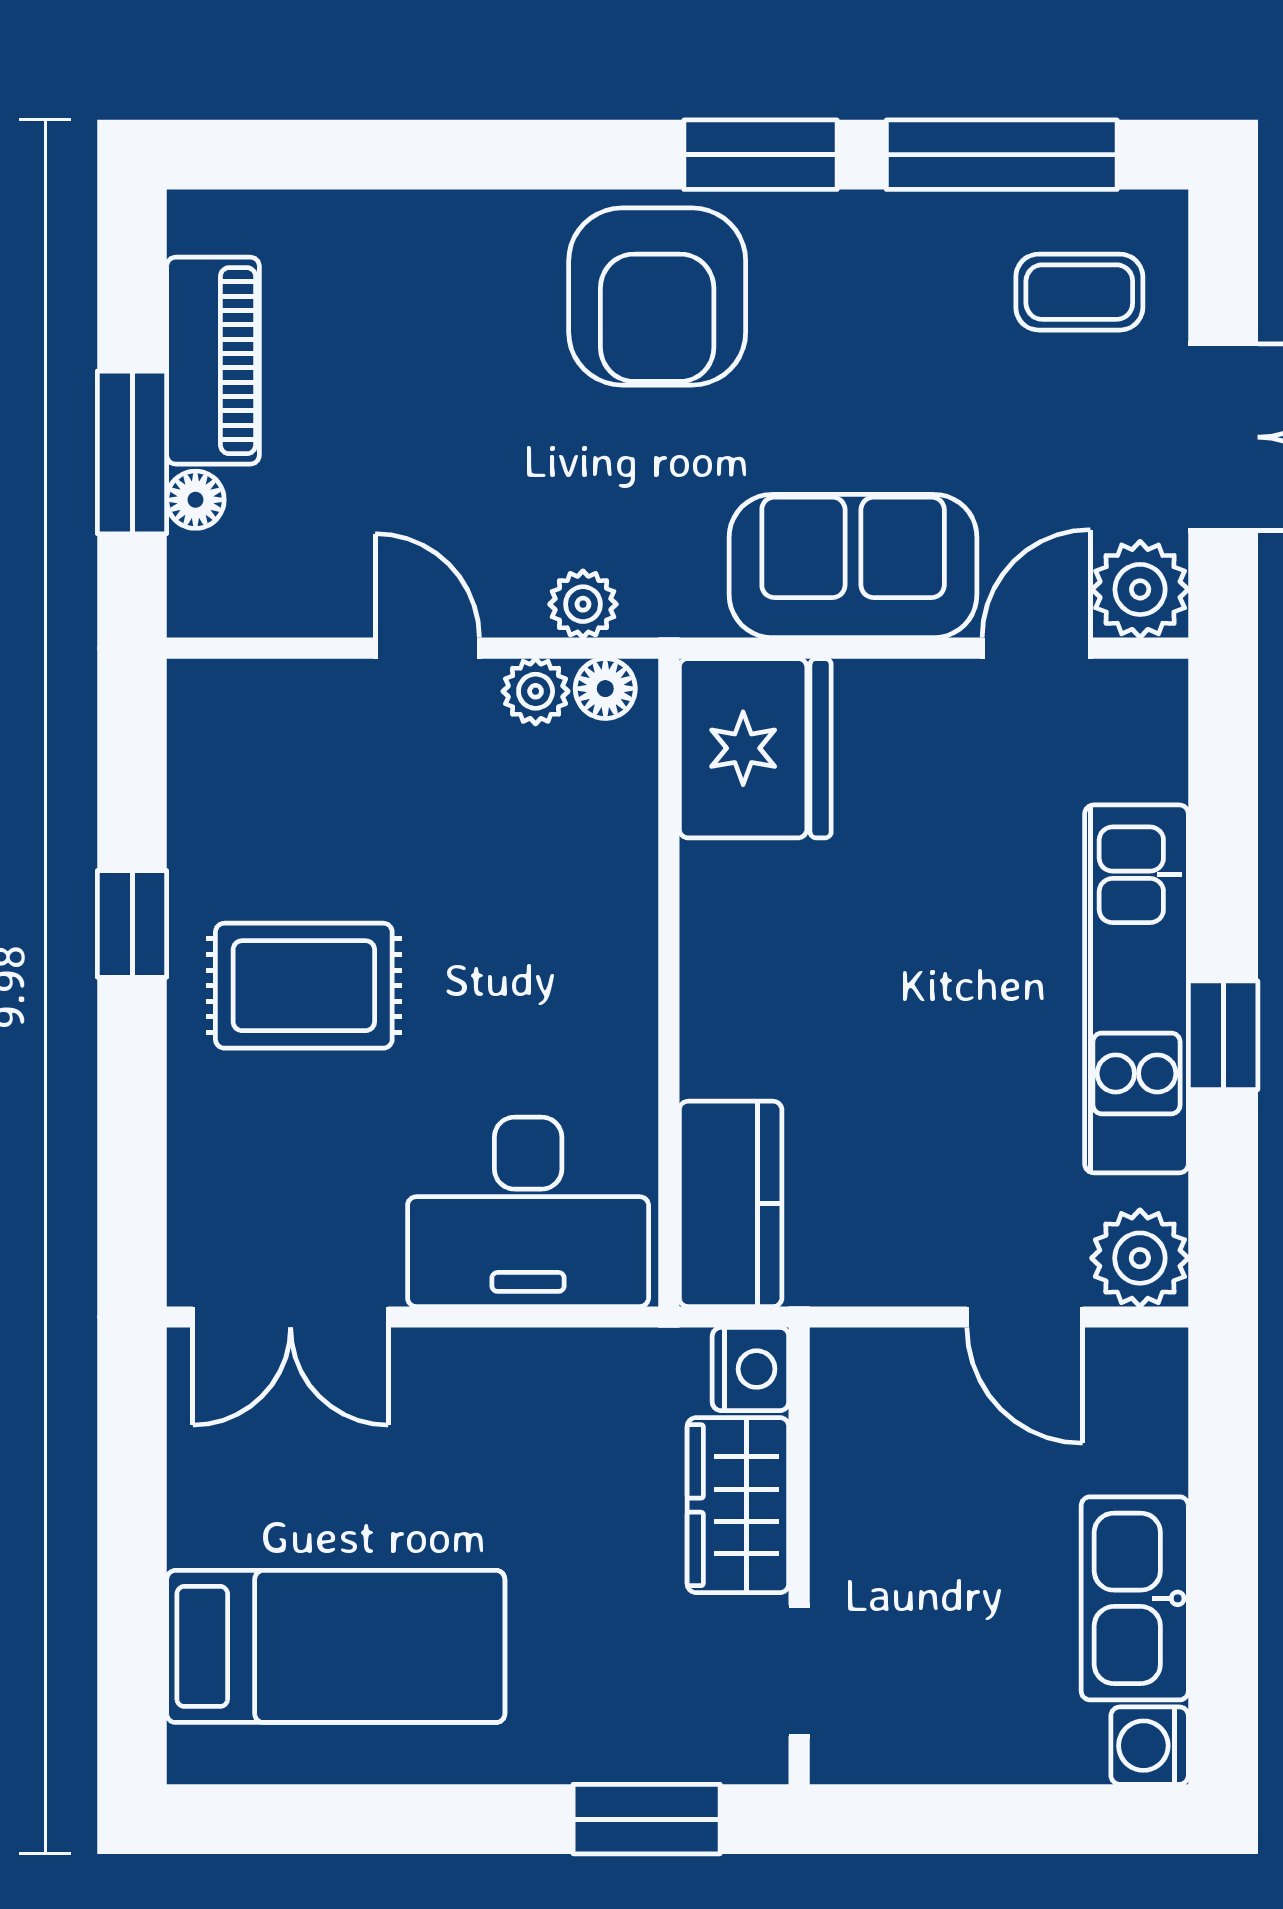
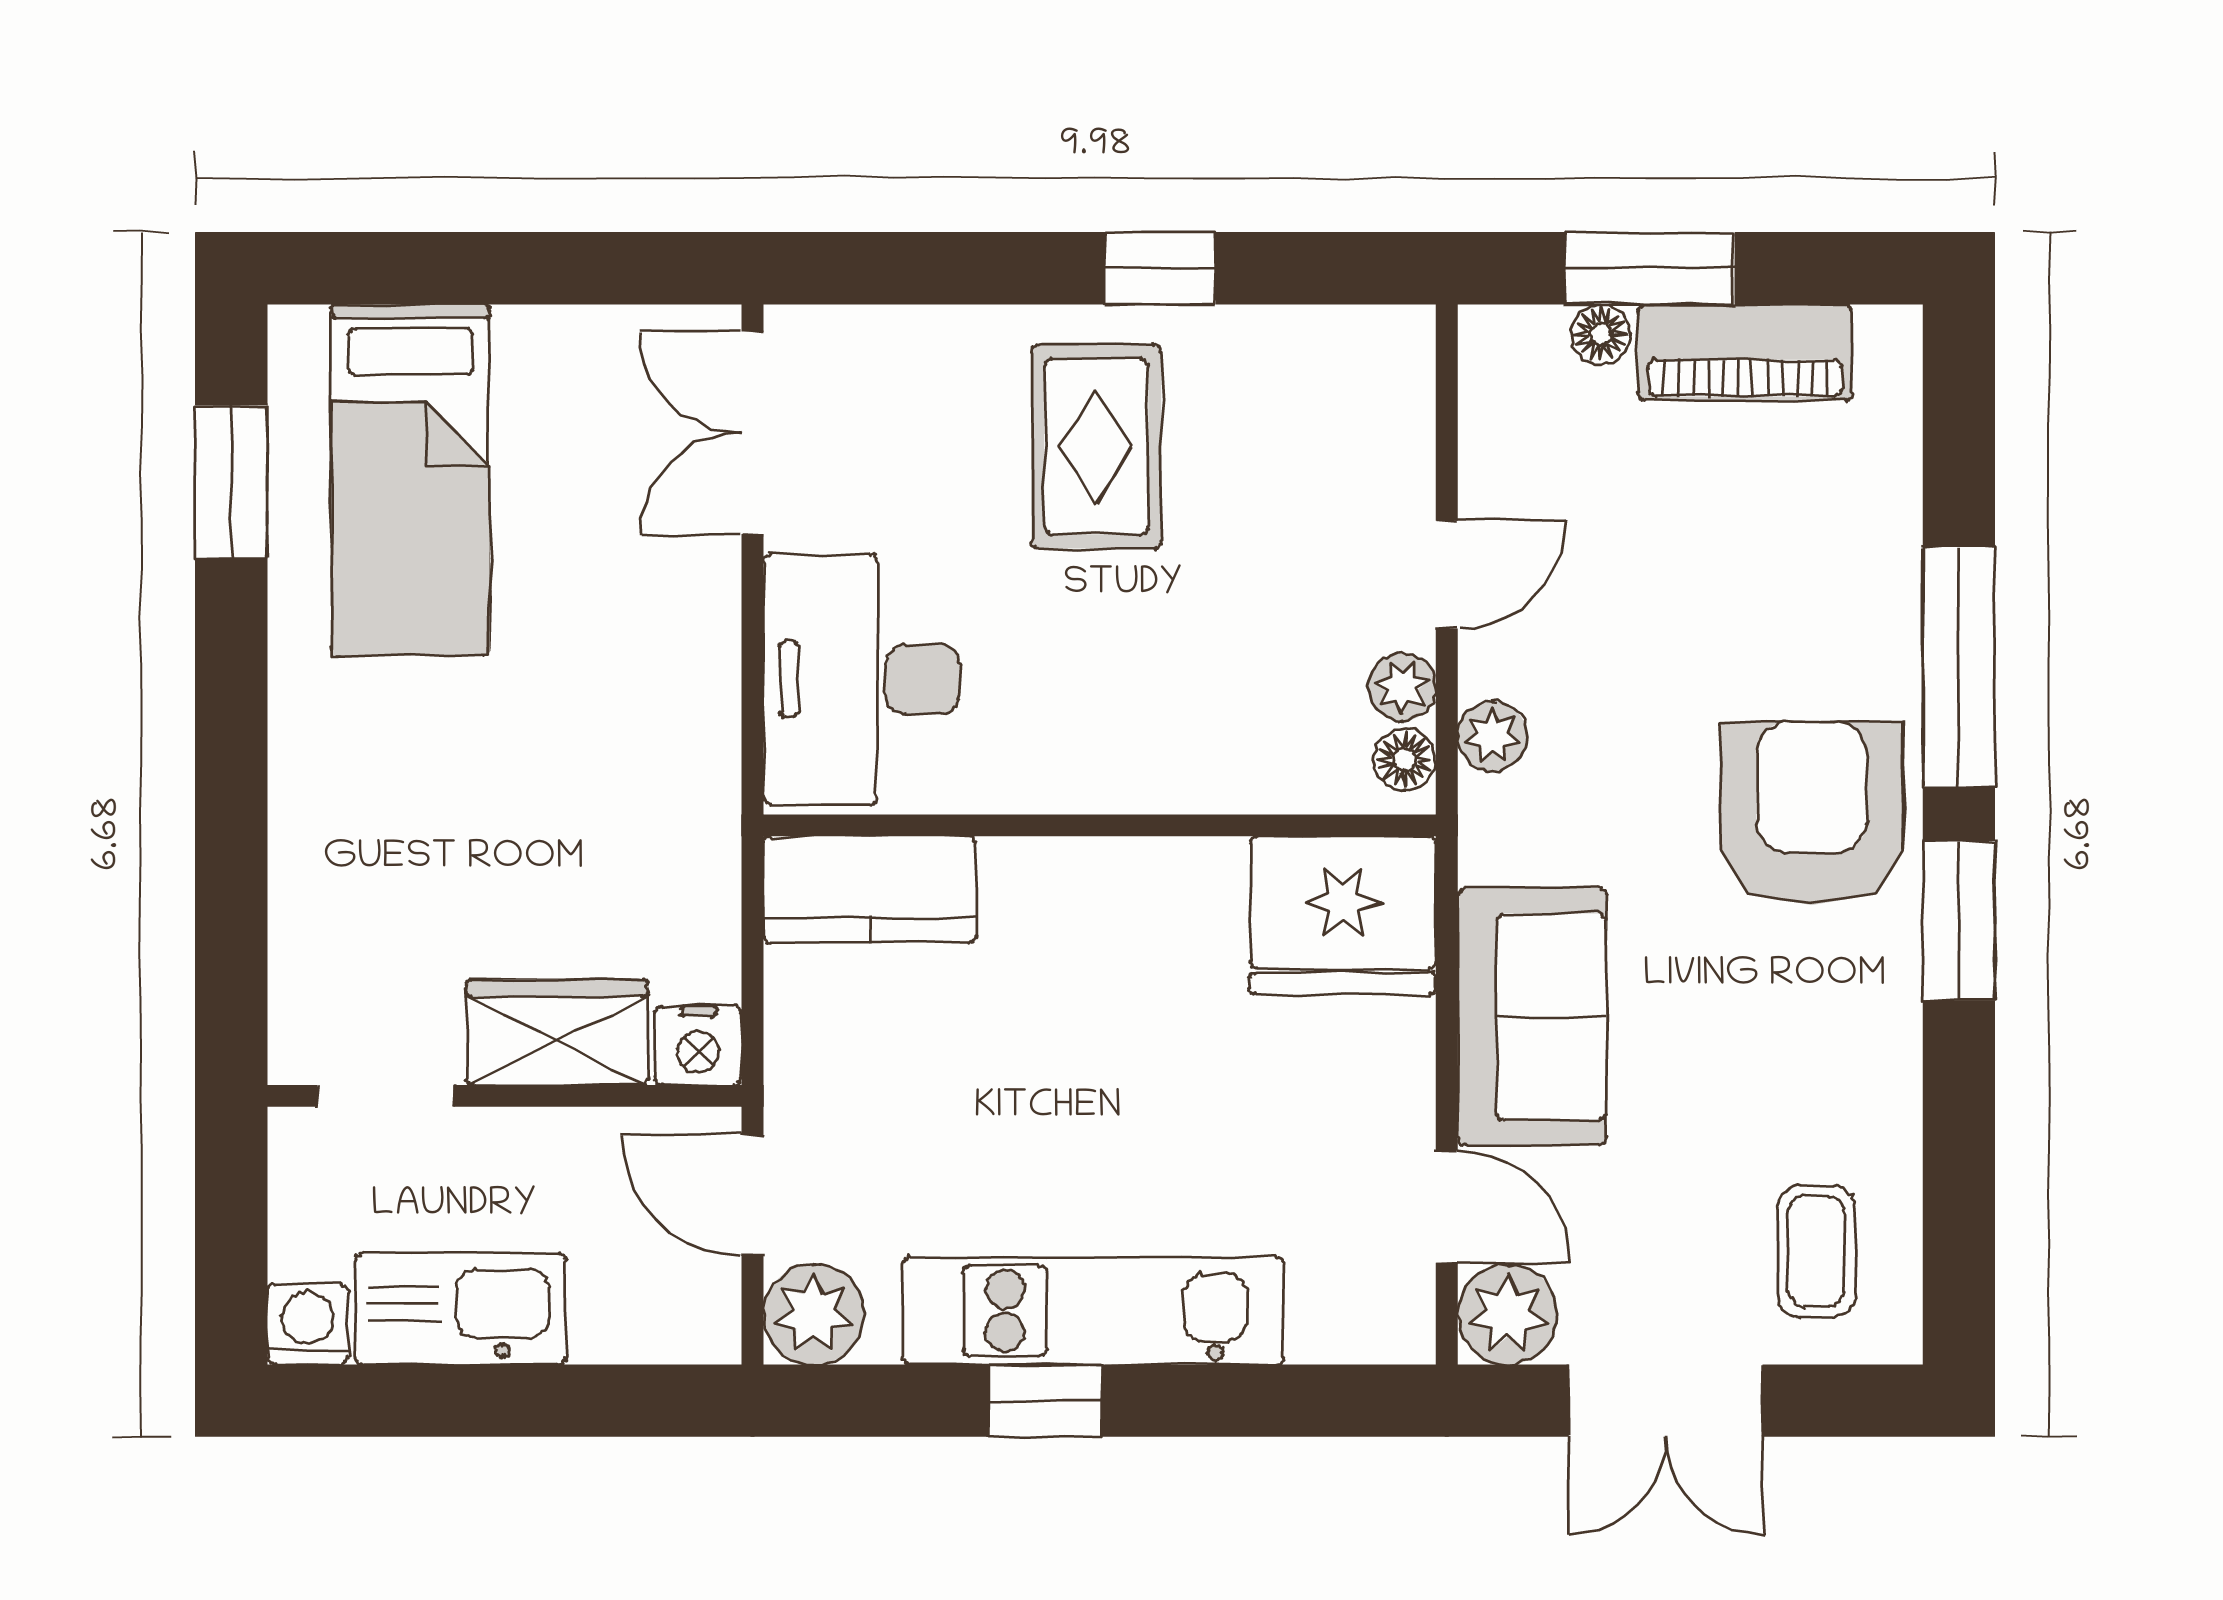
window: (1002, 155) -> (1959, 667), moved
armchair: (657, 296) -> (1812, 813), turned 90
door: (1025, 1317) -> (752, 1195), hinge flipped
nightstand: (750, 1369) -> (698, 1045), moved
wardrobe: (738, 1505) -> (557, 1032), moved
wall: (799, 1556) -> (505, 1096), moved
doorway: (799, 1671) -> (385, 1096), moved
window: (647, 1819) -> (231, 482), moved

